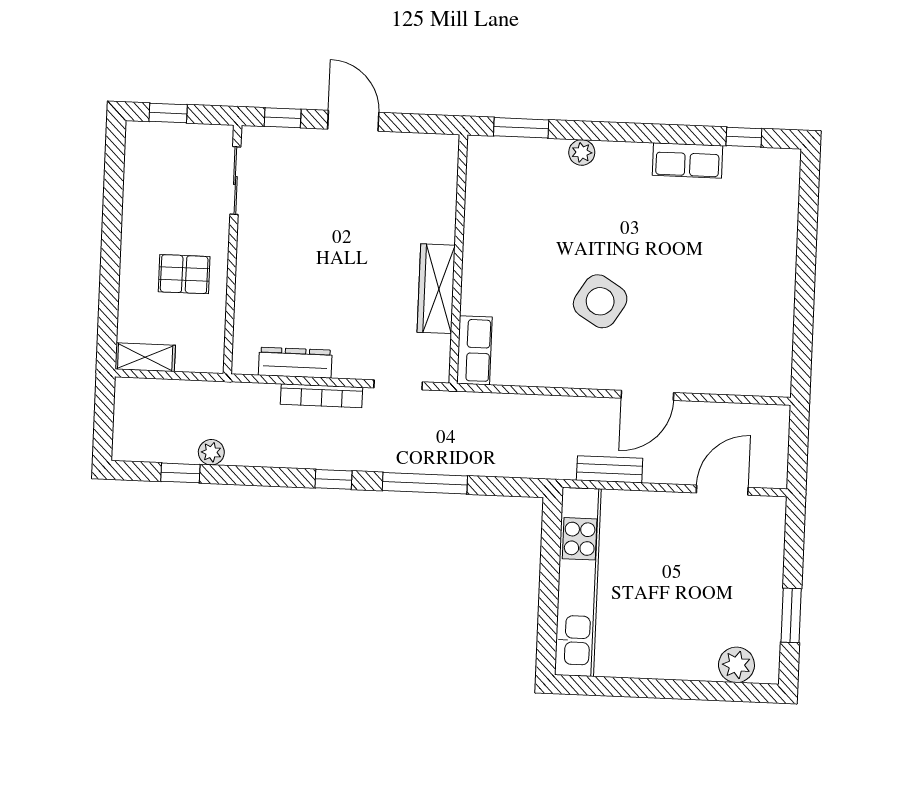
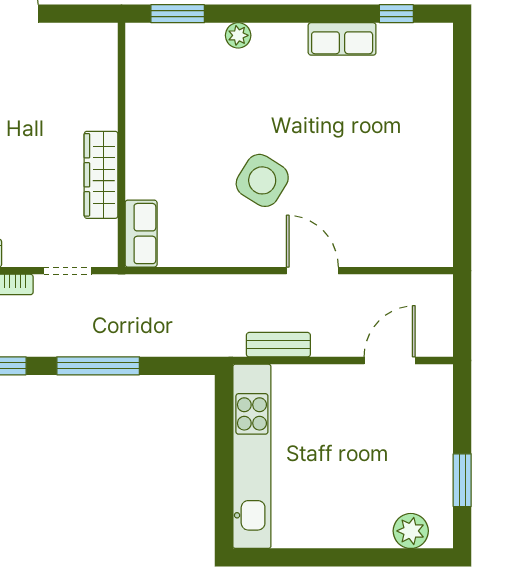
door: (647, 395) -> (312, 271), swing flipped

